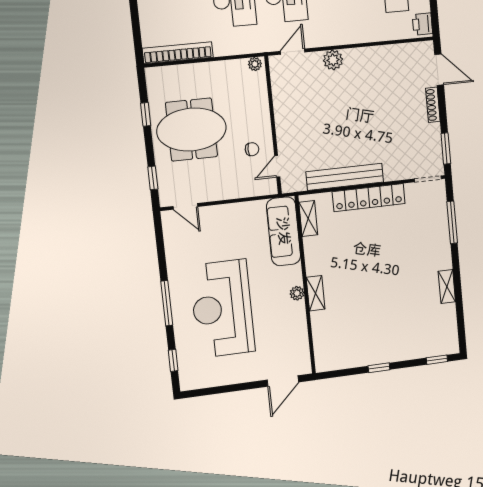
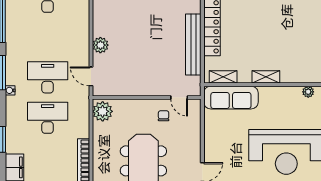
plant: (255, 64) -> (103, 111), width x1.87, depth x1.87
plant: (297, 293) -> (308, 92), moved
shelving: (316, 293) -> (266, 77), moved

